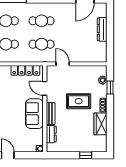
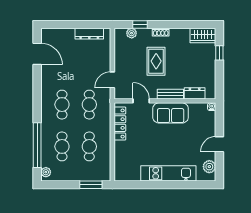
dresser: (102, 29) -> (89, 34), moved
door: (45, 88) -> (141, 101), swing flipped
wardrobe: (101, 124) -> (203, 36), moved

